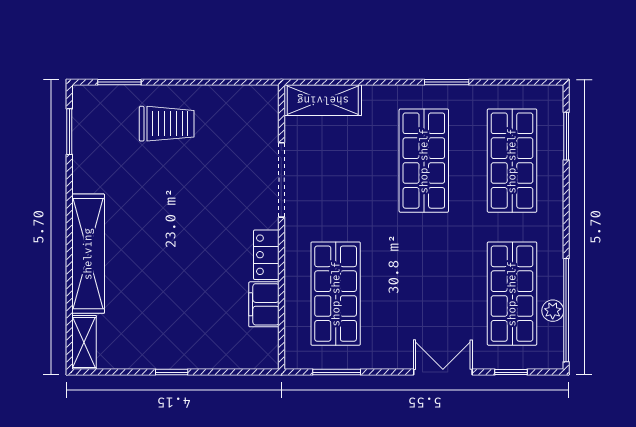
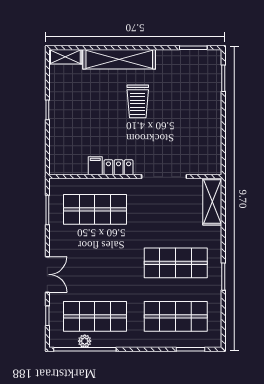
trolley: (167, 124) -> (138, 101), moved
filing cabinet: (264, 304) -> (95, 166), width x0.50

